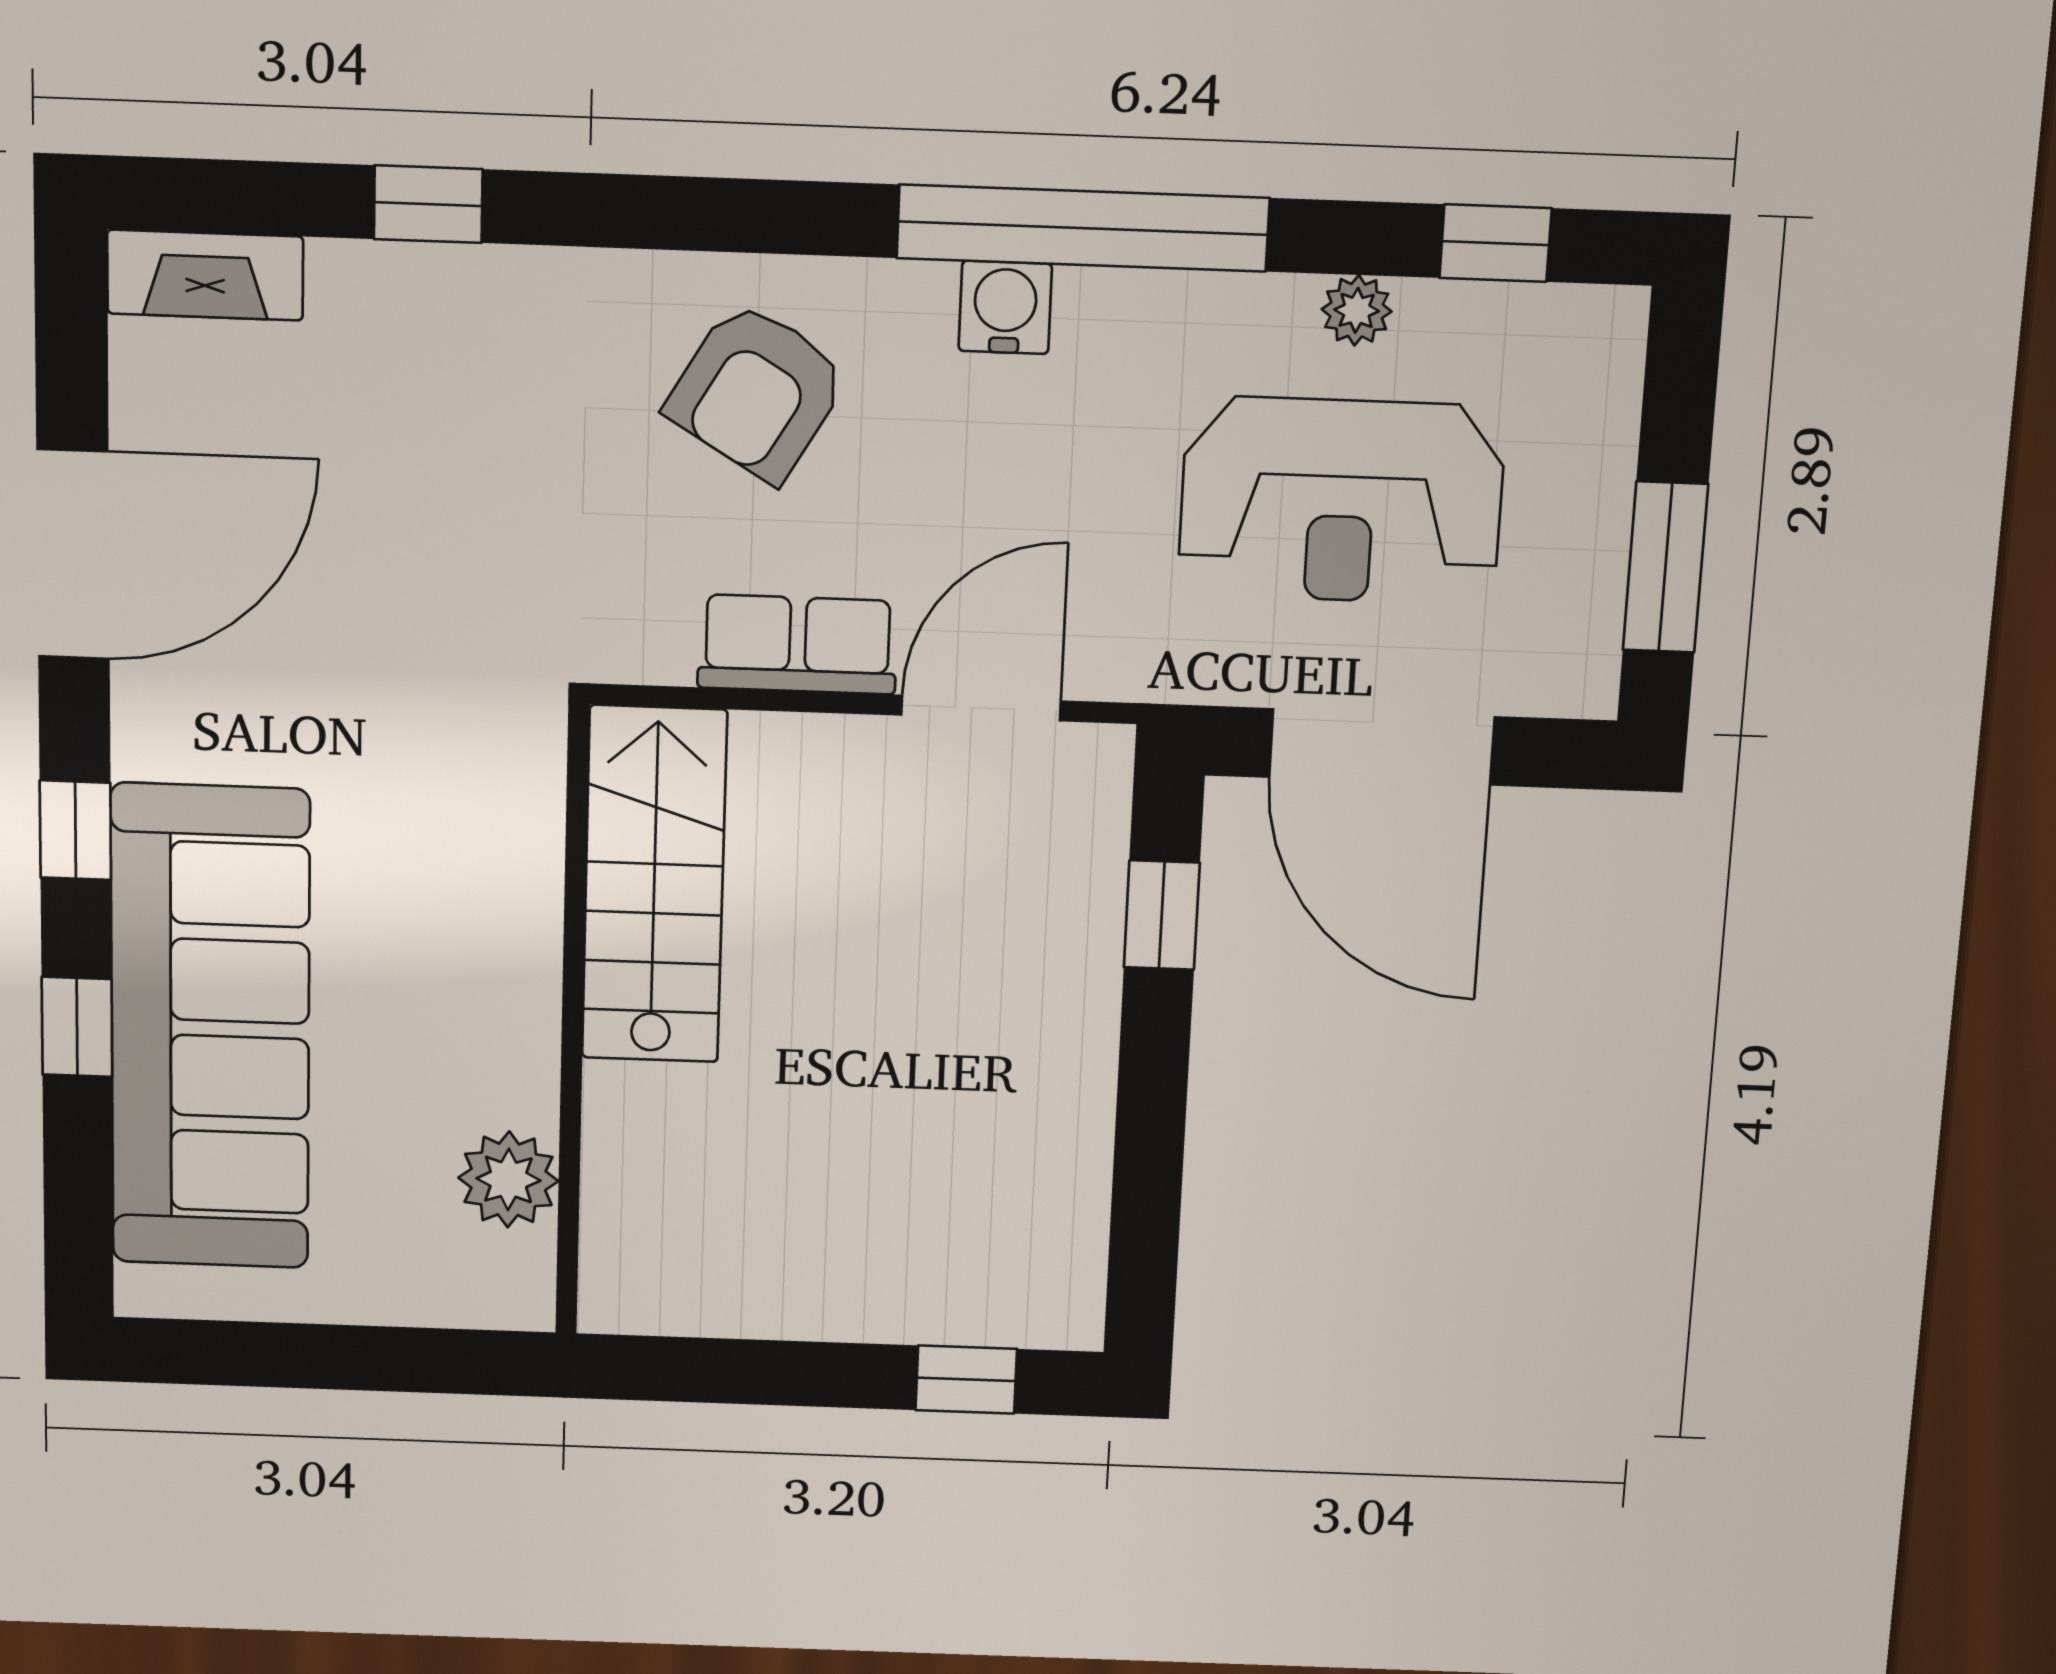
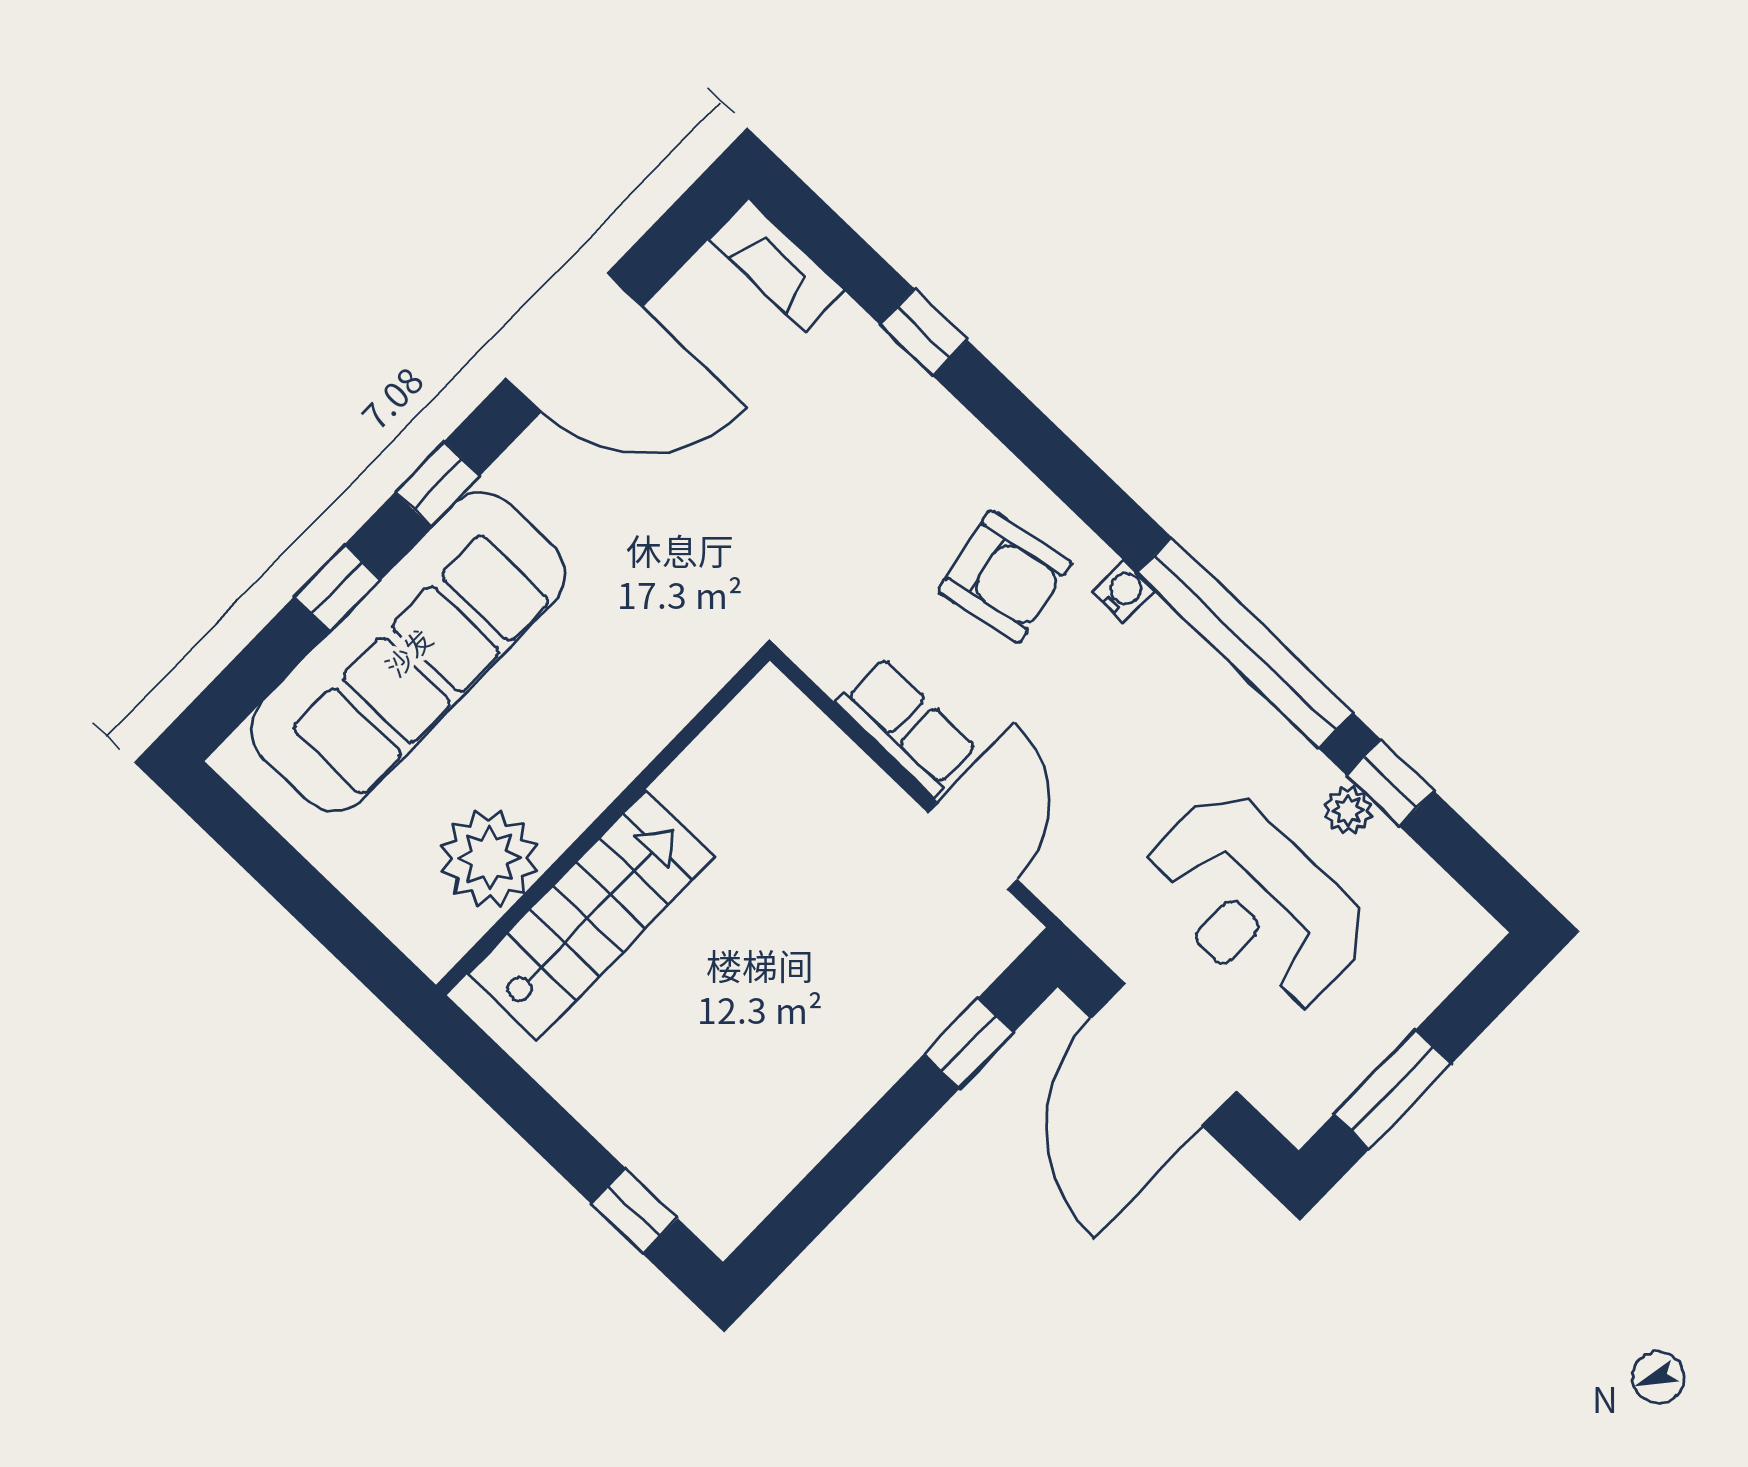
window: (1496, 243) -> (1390, 783), moved
water cooler: (1005, 307) -> (1124, 591), moved, width x0.72, depth x0.72
armchair: (757, 391) -> (1005, 577), turned -132
door: (981, 708) -> (972, 846), hinge flipped
stairs: (654, 885) -> (591, 915), moved
plant: (508, 1179) -> (489, 858), width x1.36, depth x1.36

